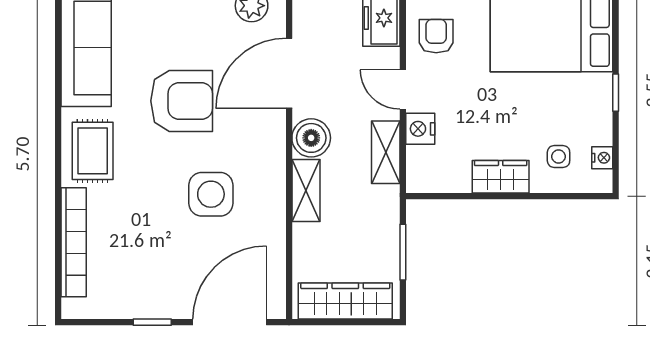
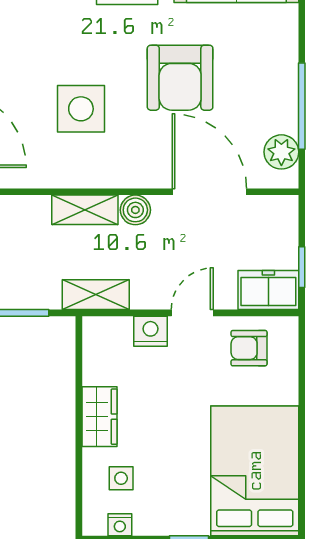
armchair: (436, 36) -> (249, 348), turned 180
boiler: (311, 138) -> (135, 210), width x0.73, depth x0.73
shelving: (386, 152) -> (96, 295), moved

